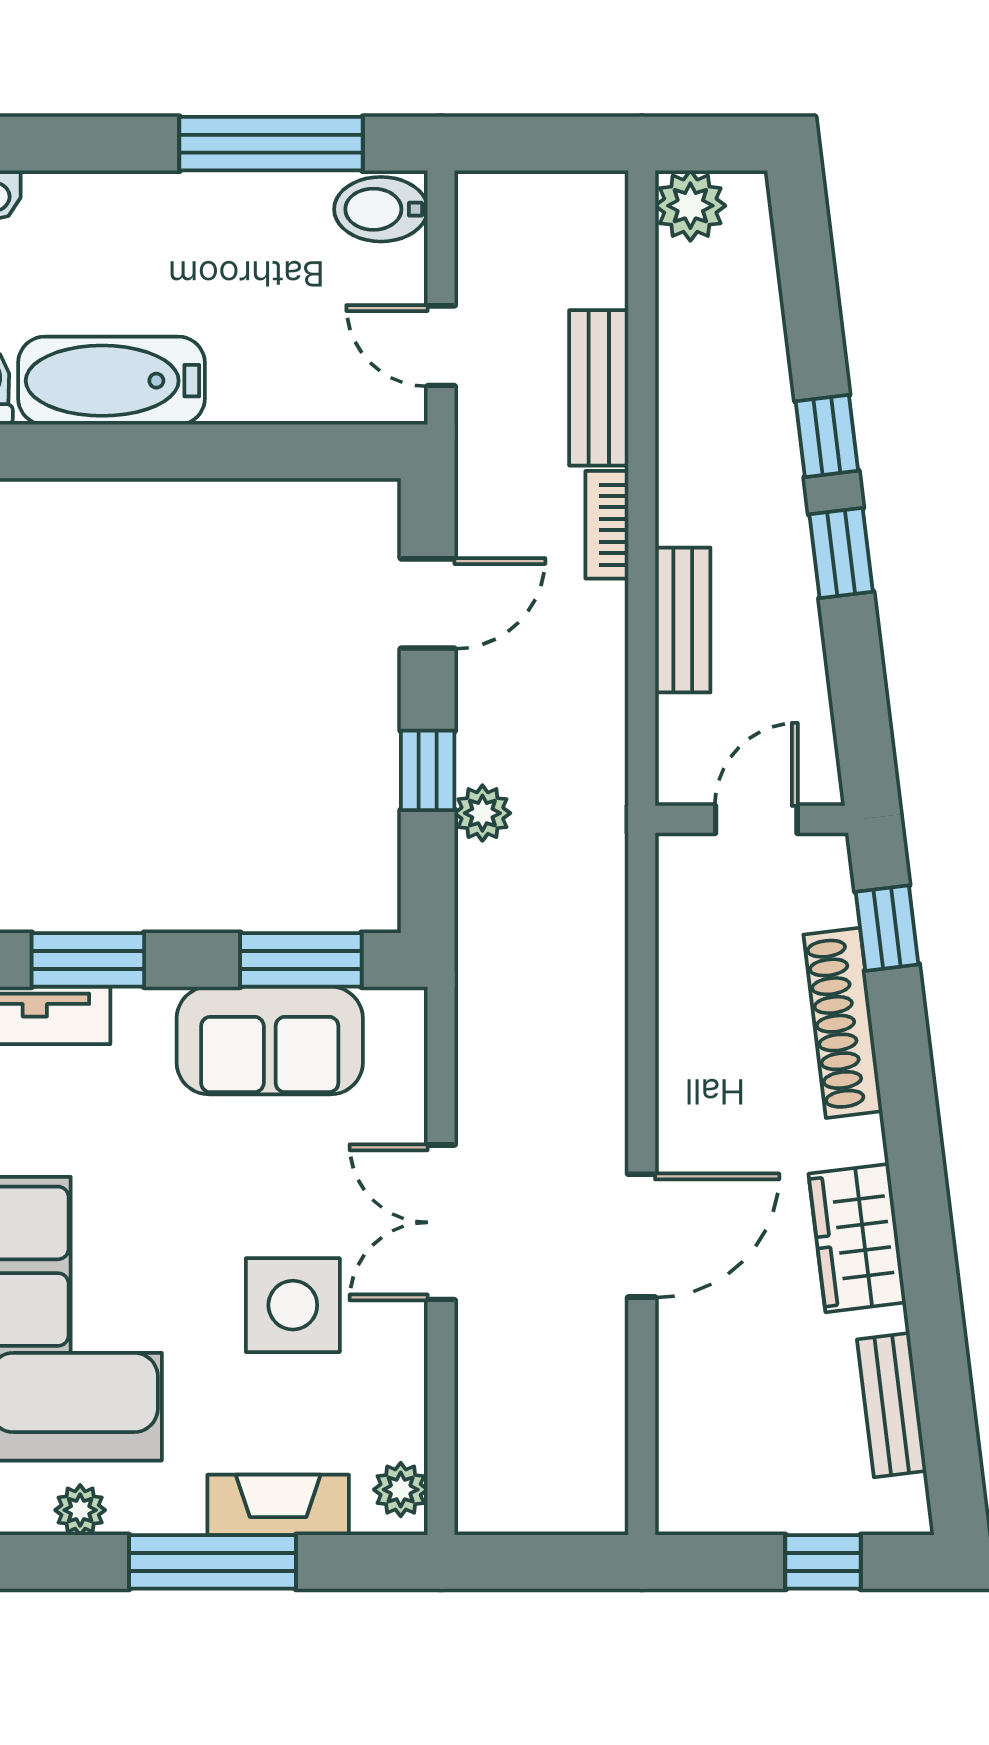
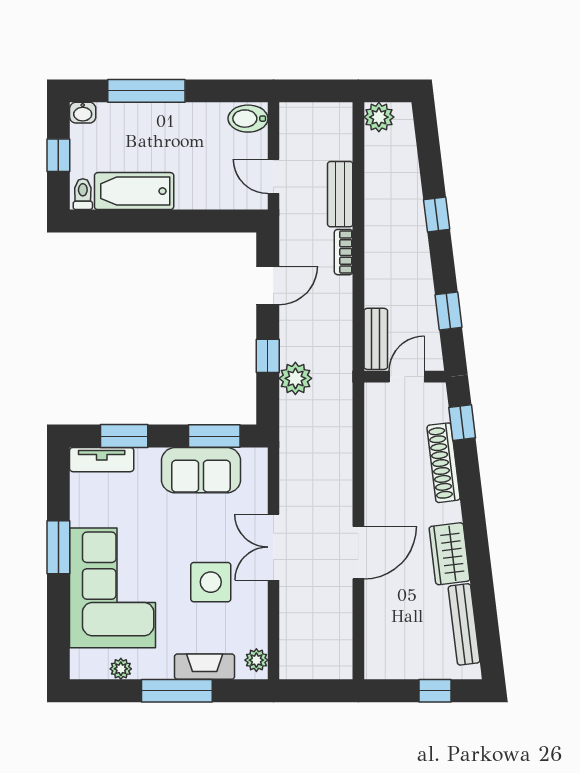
window: (271, 144) -> (146, 91), moved
window: (841, 553) -> (448, 311), moved
bench: (683, 620) -> (376, 339), moved
plant: (482, 813) -> (295, 378), width x1.38, depth x1.38
bench: (892, 1405) -> (464, 624), width x1.36

